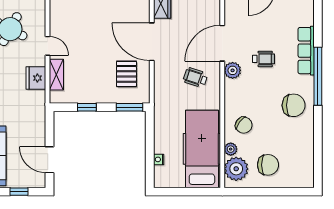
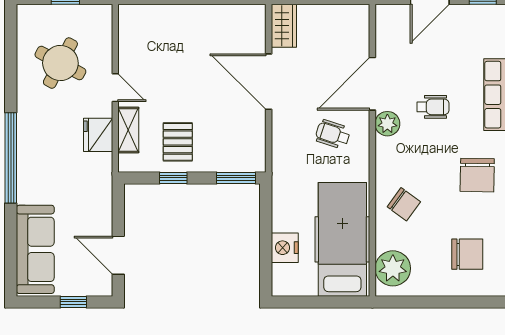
pallet: (126, 74) -> (178, 142), moved
chair: (294, 105) -> (477, 175), turned 91
plant: (231, 149) -> (385, 239), removed
nightstand: (159, 159) -> (285, 248), width x1.89, depth x1.79
chair: (268, 165) -> (467, 254), moved

